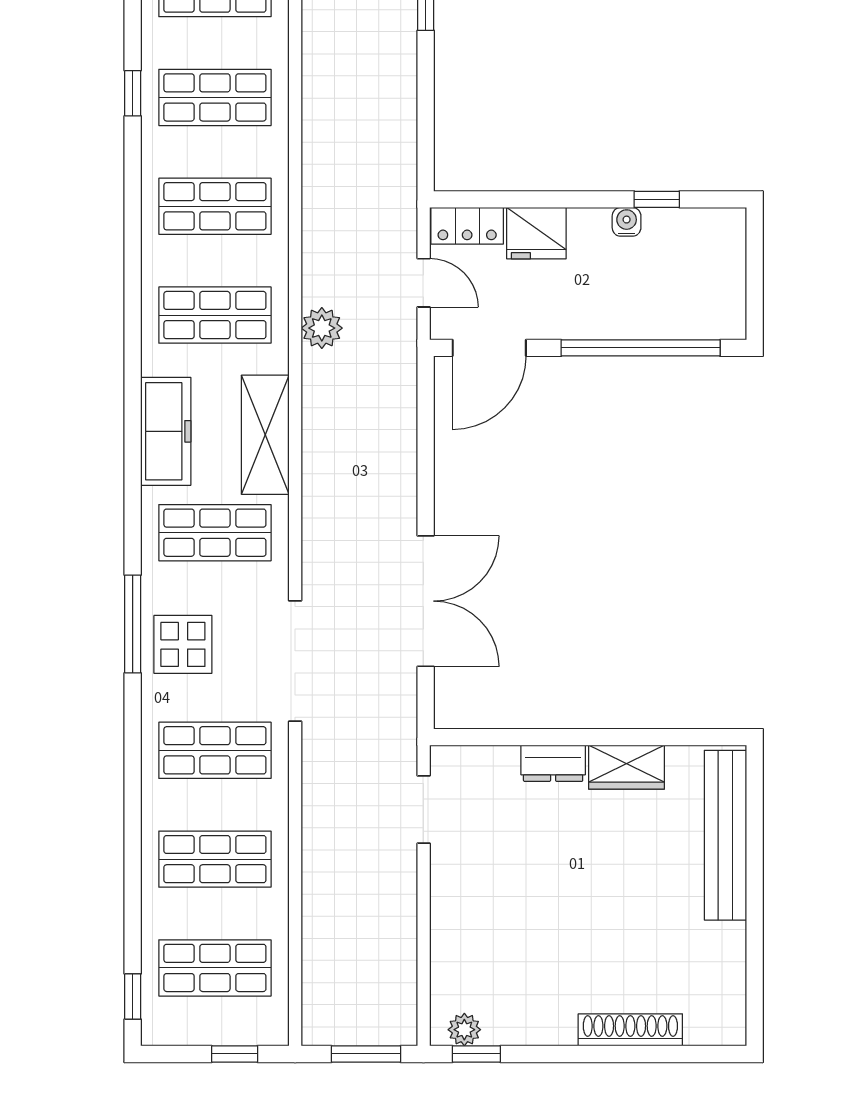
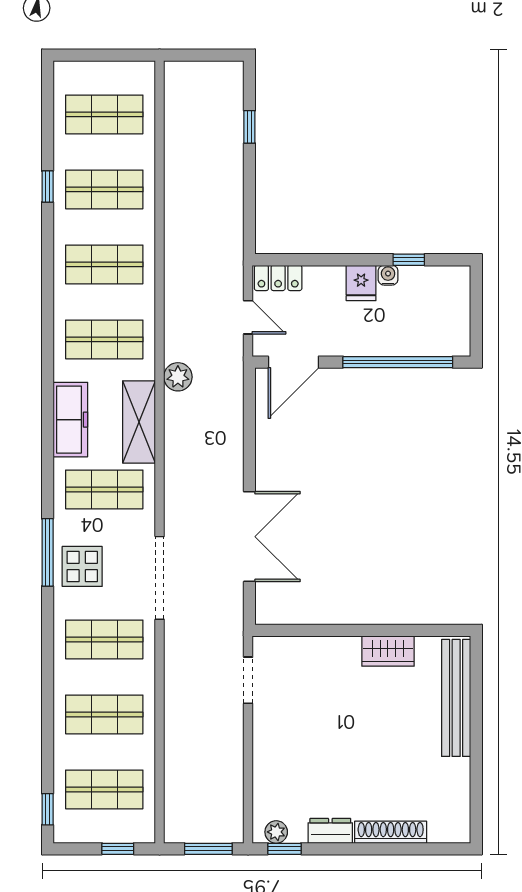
fridge: (536, 233) -> (361, 283), moved, width x0.72
plant: (322, 328) -> (178, 377), moved
dresser: (553, 763) -> (330, 831), moved, turned 180

